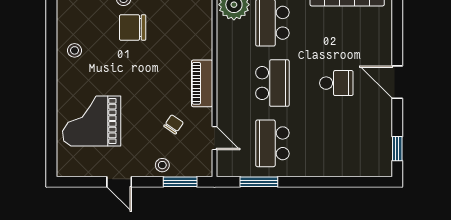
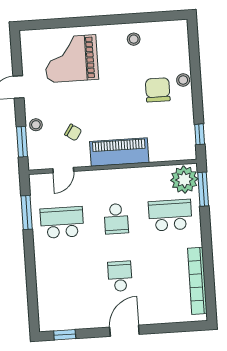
piano: (202, 83) -> (119, 152), width x1.37, depth x1.33
school desk: (272, 83) -> (116, 219), width x0.54
school desk: (336, 83) -> (120, 276), turned 180
grand piano: (92, 121) -> (71, 59), turned -90

